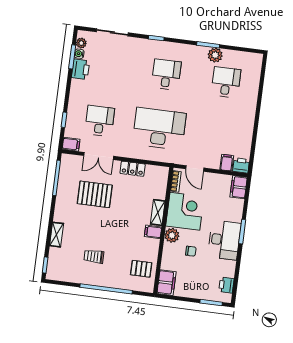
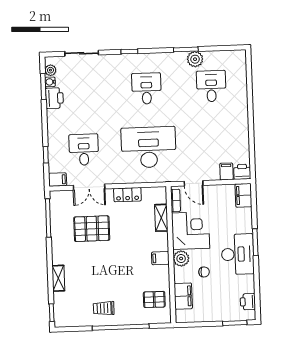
shelving: (158, 213) -> (161, 218), moved
trolley: (94, 256) -> (104, 308), moved
filing cabinet: (166, 283) -> (183, 296), moved

